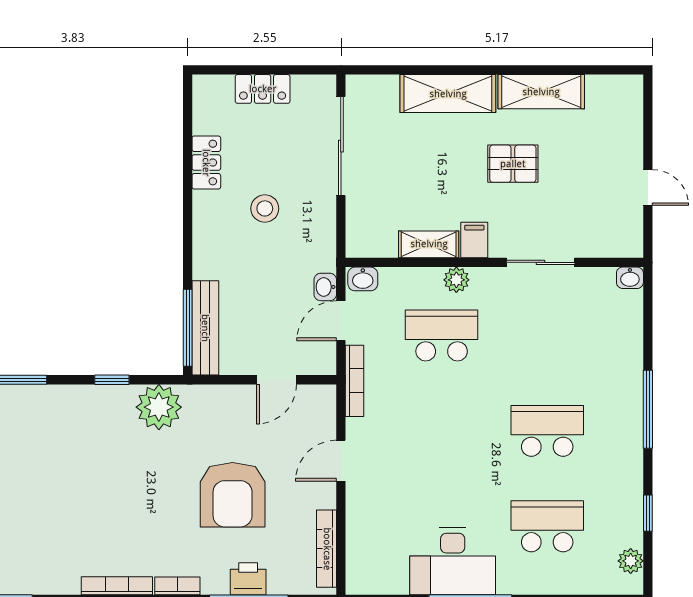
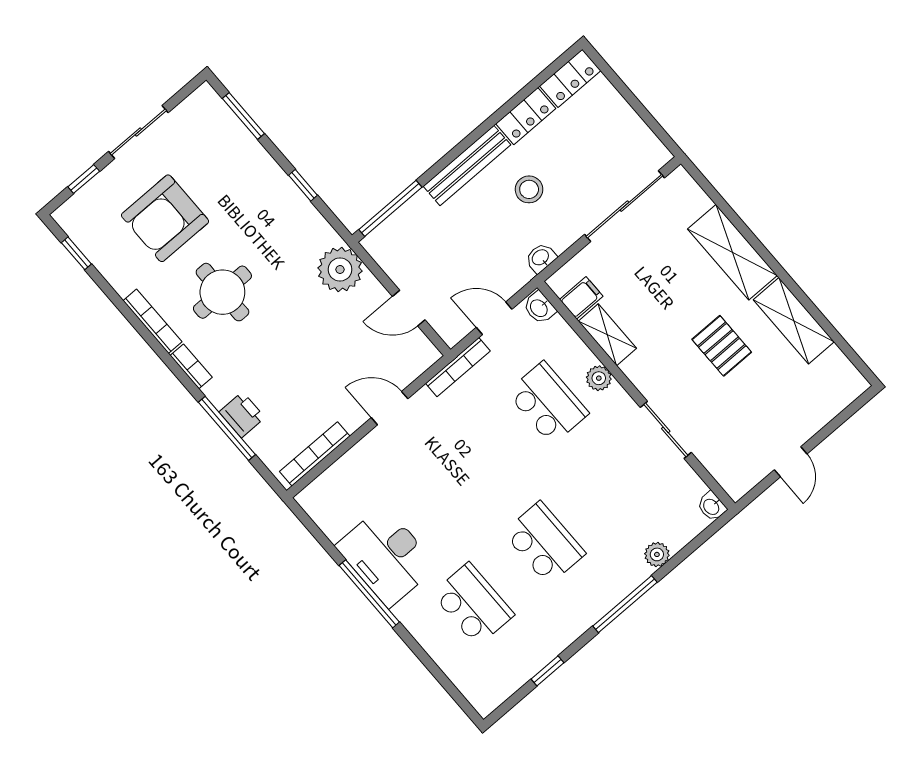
locker: (263, 89) -> (570, 78), moved, turned -90
filing cabinet: (474, 240) -> (581, 298), moved
washbasin: (325, 287) -> (541, 258), moved
bench: (205, 328) -> (467, 166), moved
plant: (159, 407) -> (340, 269), moved
armchair: (233, 495) -> (165, 218), moved
round table: (141, 513) -> (222, 292), added
plant: (631, 561) -> (657, 554), moved

